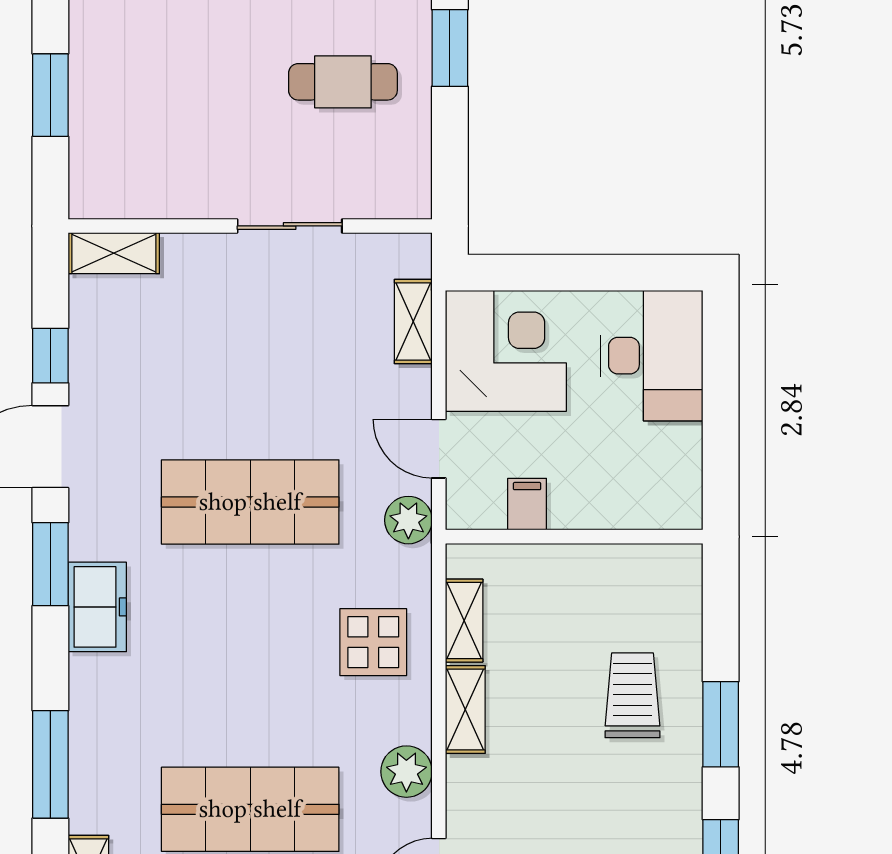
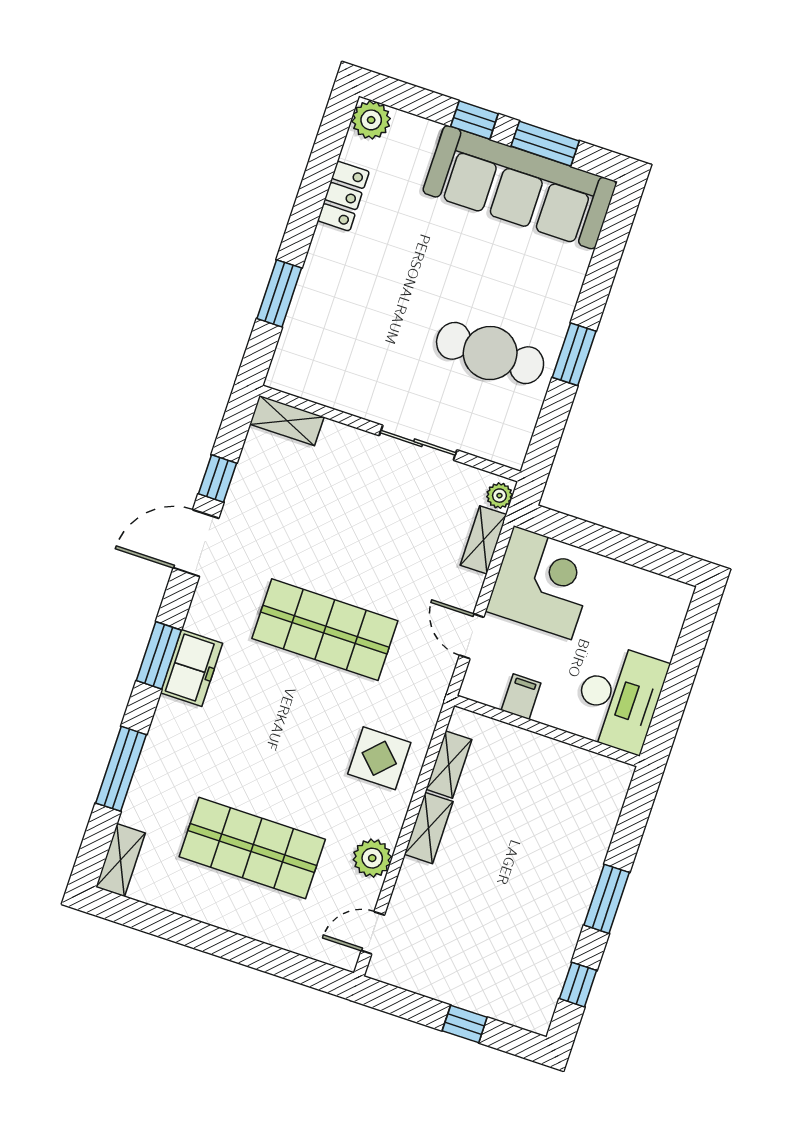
cafe table: (343, 82) -> (490, 353), width x1.37, depth x1.35
desk: (652, 356) -> (619, 698), moved
plant: (408, 520) -> (499, 496), moved, width x0.73, depth x0.73
window: (50, 564) -> (159, 655), moved
trolley: (633, 695) -> (551, 857), removed

